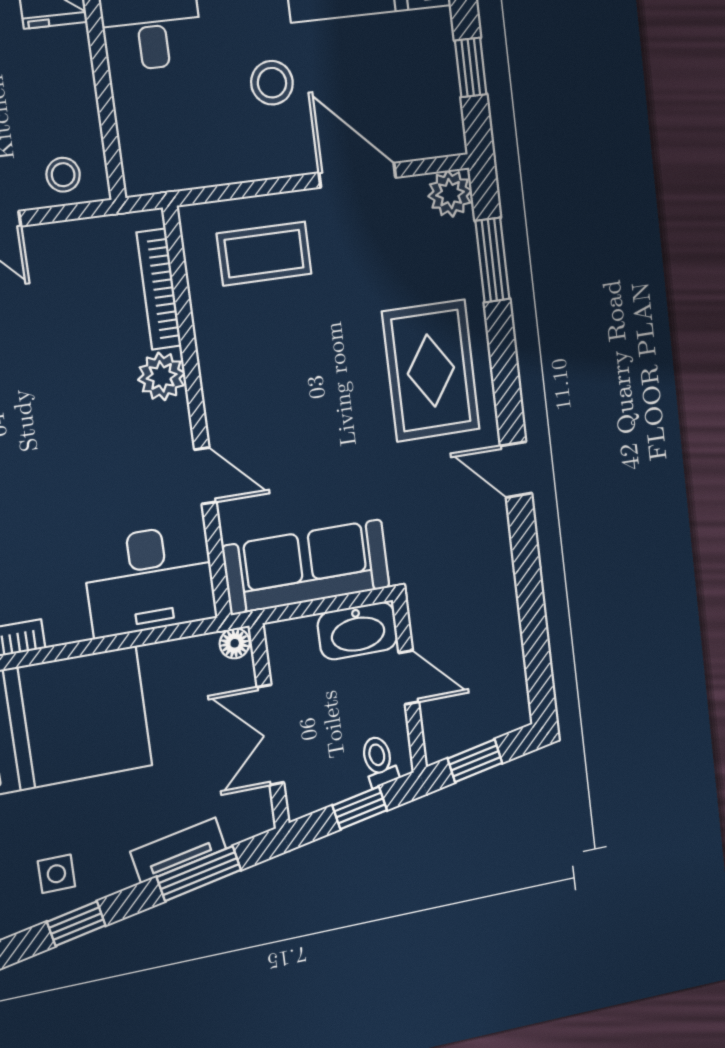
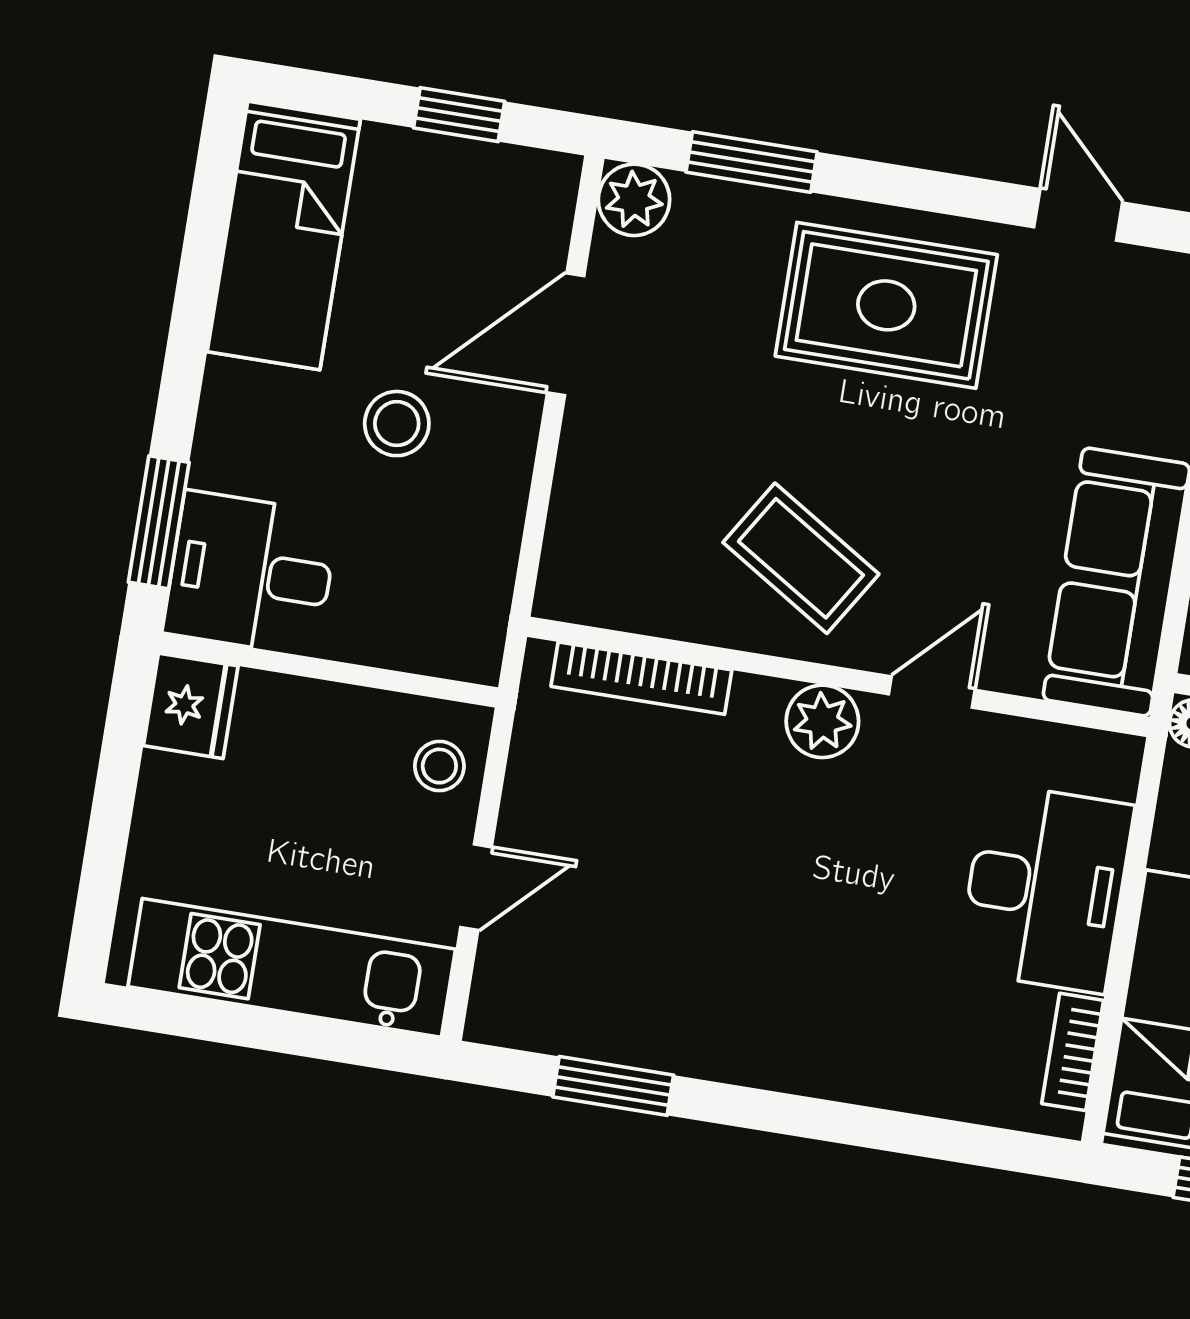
coffee table: (264, 254) -> (801, 558), moved, turned -58
plant: (162, 376) -> (822, 721), moved
door: (516, 470) -> (1078, 215), swing flipped
desk: (150, 580) -> (1045, 888), moved

